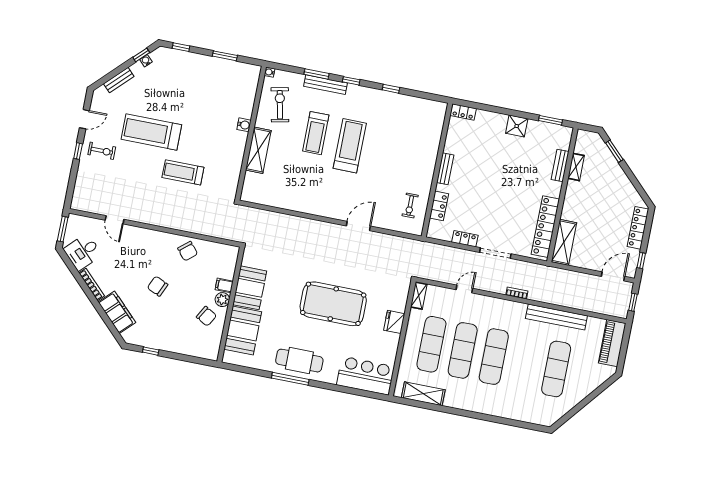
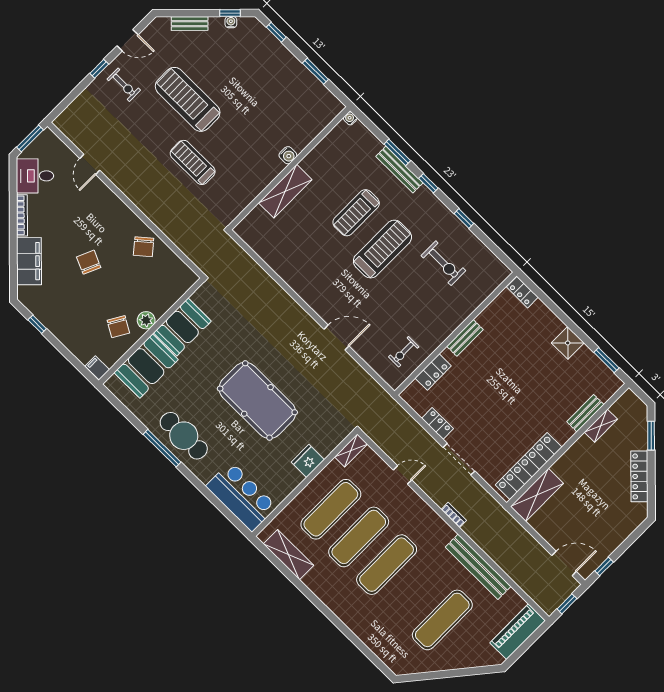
exercise bike: (280, 105) -> (443, 263), moved, turned 102
locker: (638, 228) -> (639, 476), moved, turned -45
filing cabinet: (224, 285) -> (97, 368), moved

